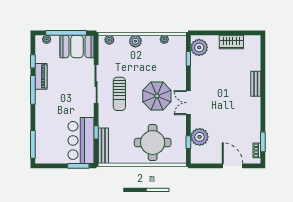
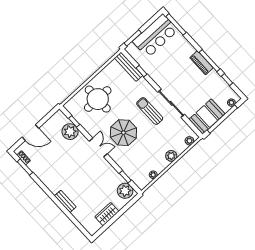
piano: (41, 76) -> (201, 63), moved
bar counter: (81, 140) -> (155, 36), moved, turned 90

